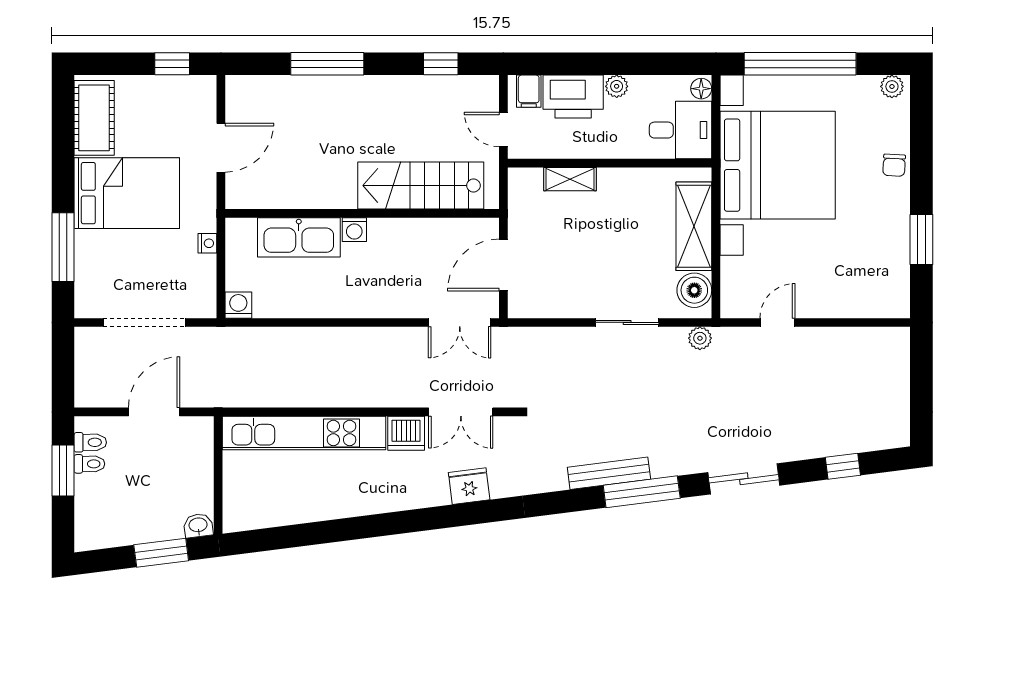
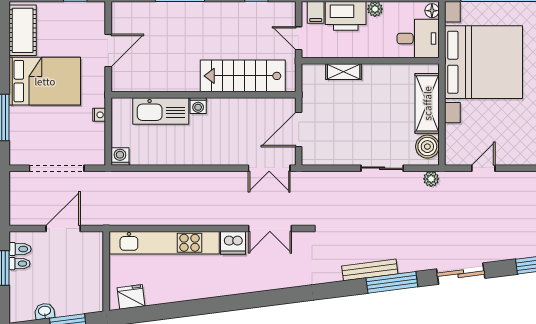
fridge: (469, 486) -> (131, 297), moved
washbasin: (198, 525) -> (45, 311), moved

